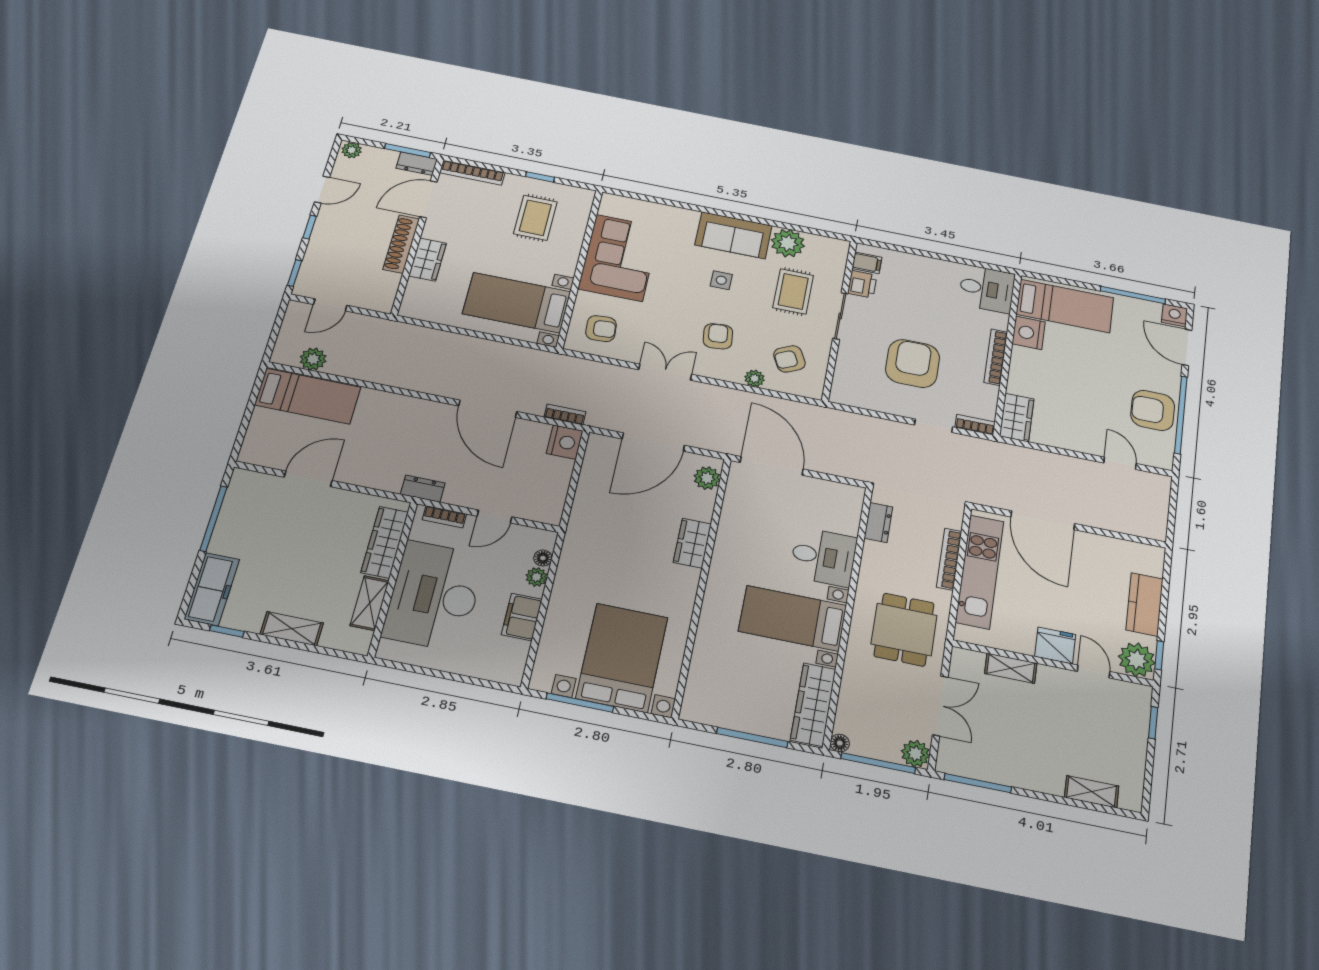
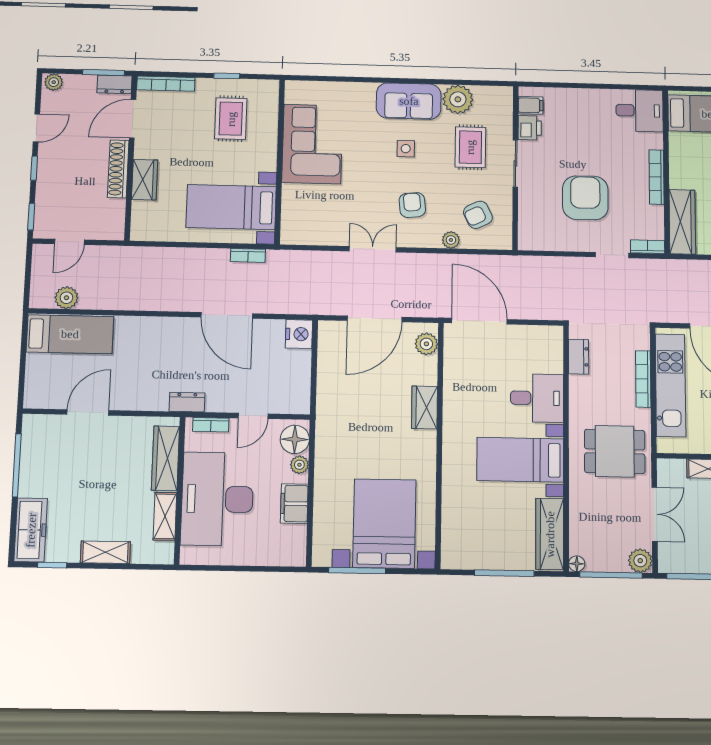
armchair: (601, 329) -> (309, 218), removed
nightstand: (1029, 333) -> (682, 147), removed
bookcase: (565, 414) -> (248, 255), moved, turned 180
wardrobe: (1017, 417) -> (682, 222), width x1.50
floor lamp: (543, 558) -> (295, 439), width x1.89, depth x1.89
dining table: (904, 630) -> (615, 451), turned 90

